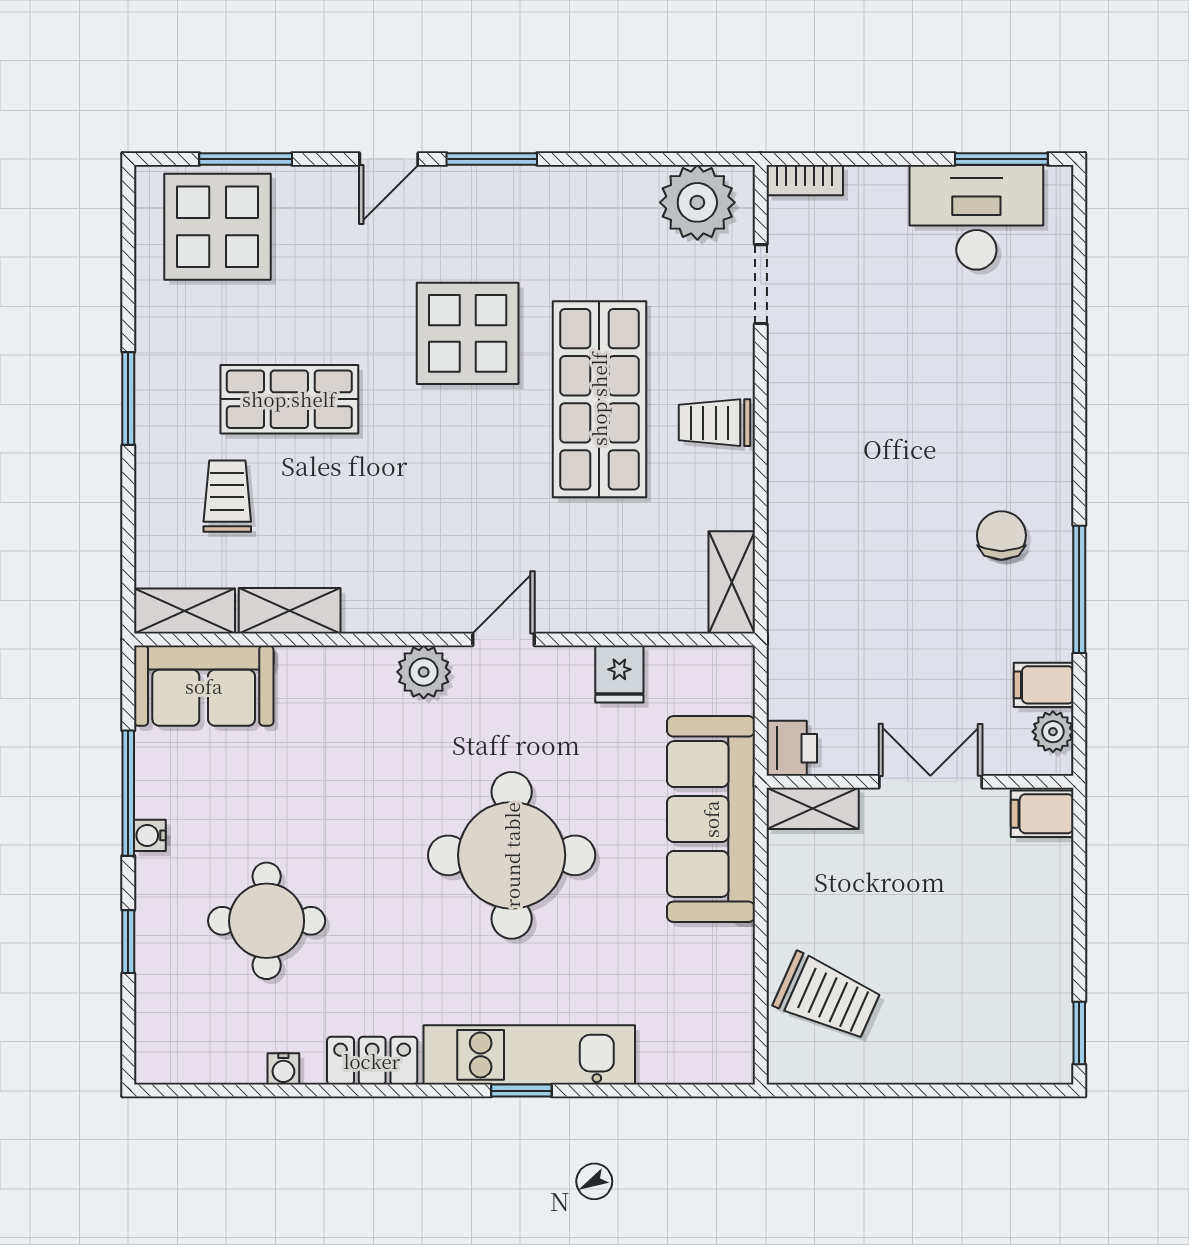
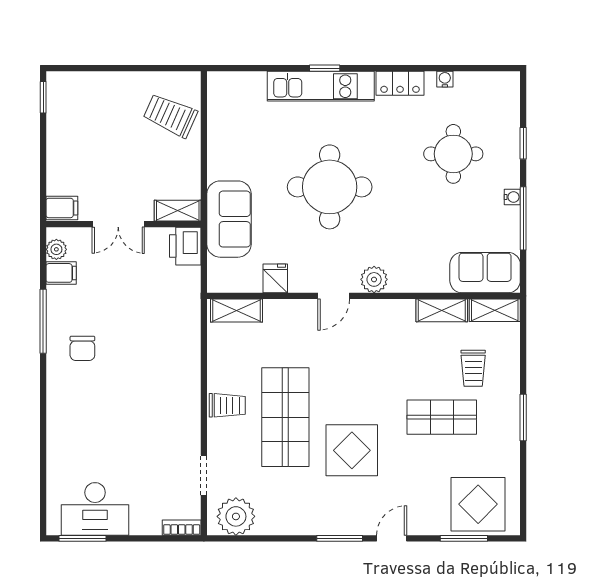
shelving: (732, 582) -> (237, 310), moved, turned 90
printer: (792, 748) -> (185, 246), width x1.36, depth x1.24
sofa: (711, 819) -> (229, 219), width x0.73

